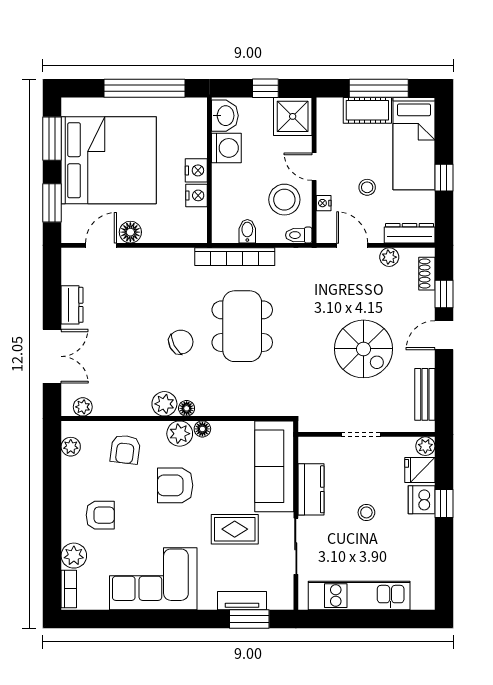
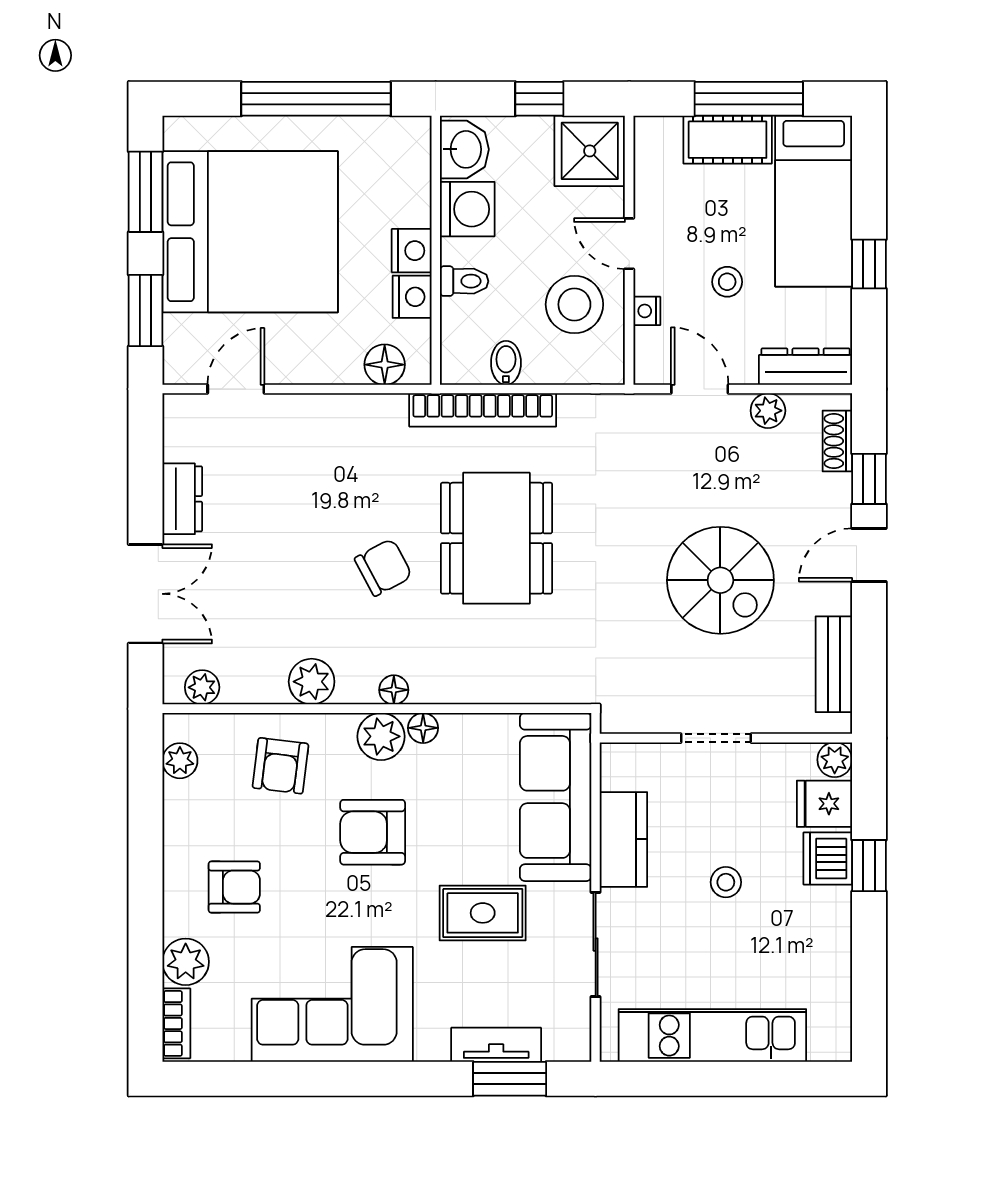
floor lamp: (130, 232) -> (385, 365), moved
toilet: (299, 235) -> (464, 281), moved, turned 180
plant: (164, 404) -> (312, 682), moved

